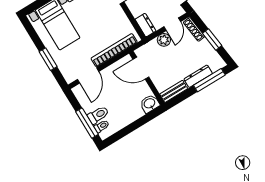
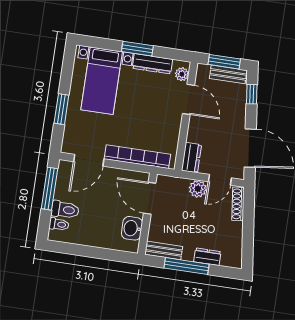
window: (212, 39) -> (248, 230), removed
dresser: (198, 76) -> (207, 257), width x0.70
window: (209, 80) -> (187, 266), moved
washbasin: (150, 104) -> (132, 228), moved, turned -90
window: (87, 123) -> (50, 189), moved

